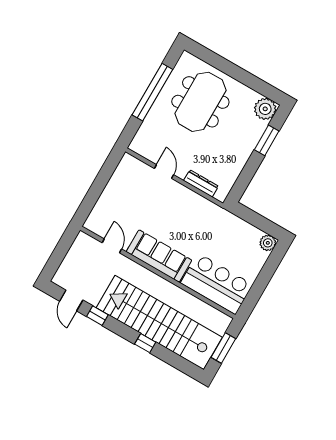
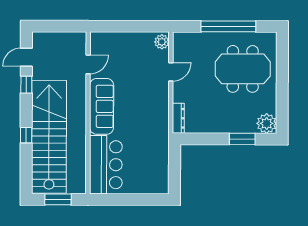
dresser: (201, 183) -> (178, 118), moved
plant: (268, 243) -> (162, 42), moved

